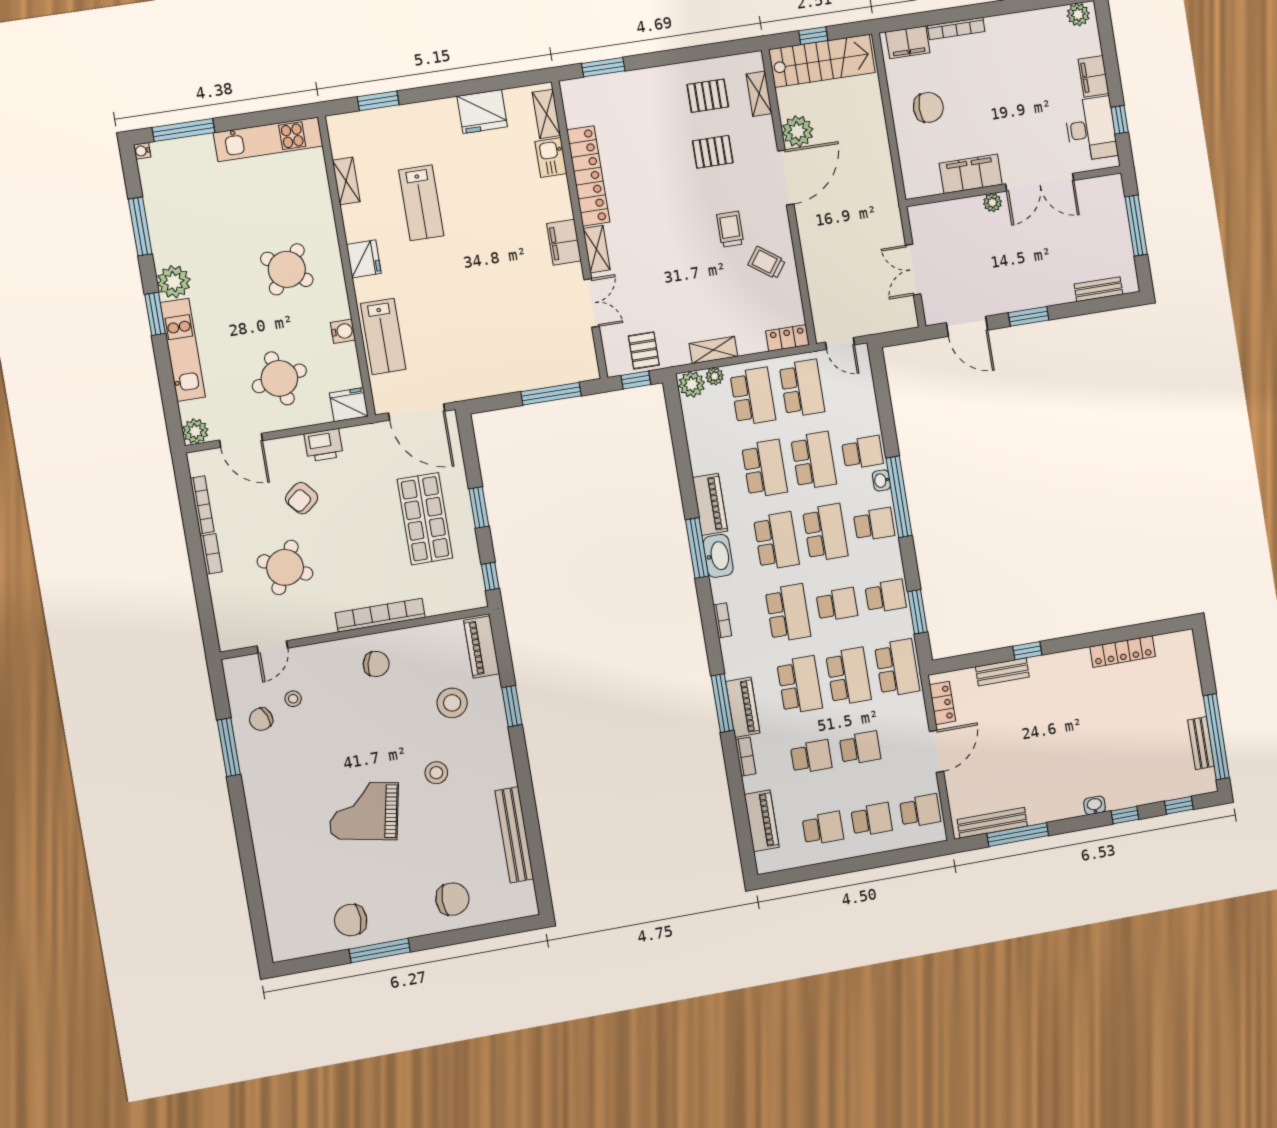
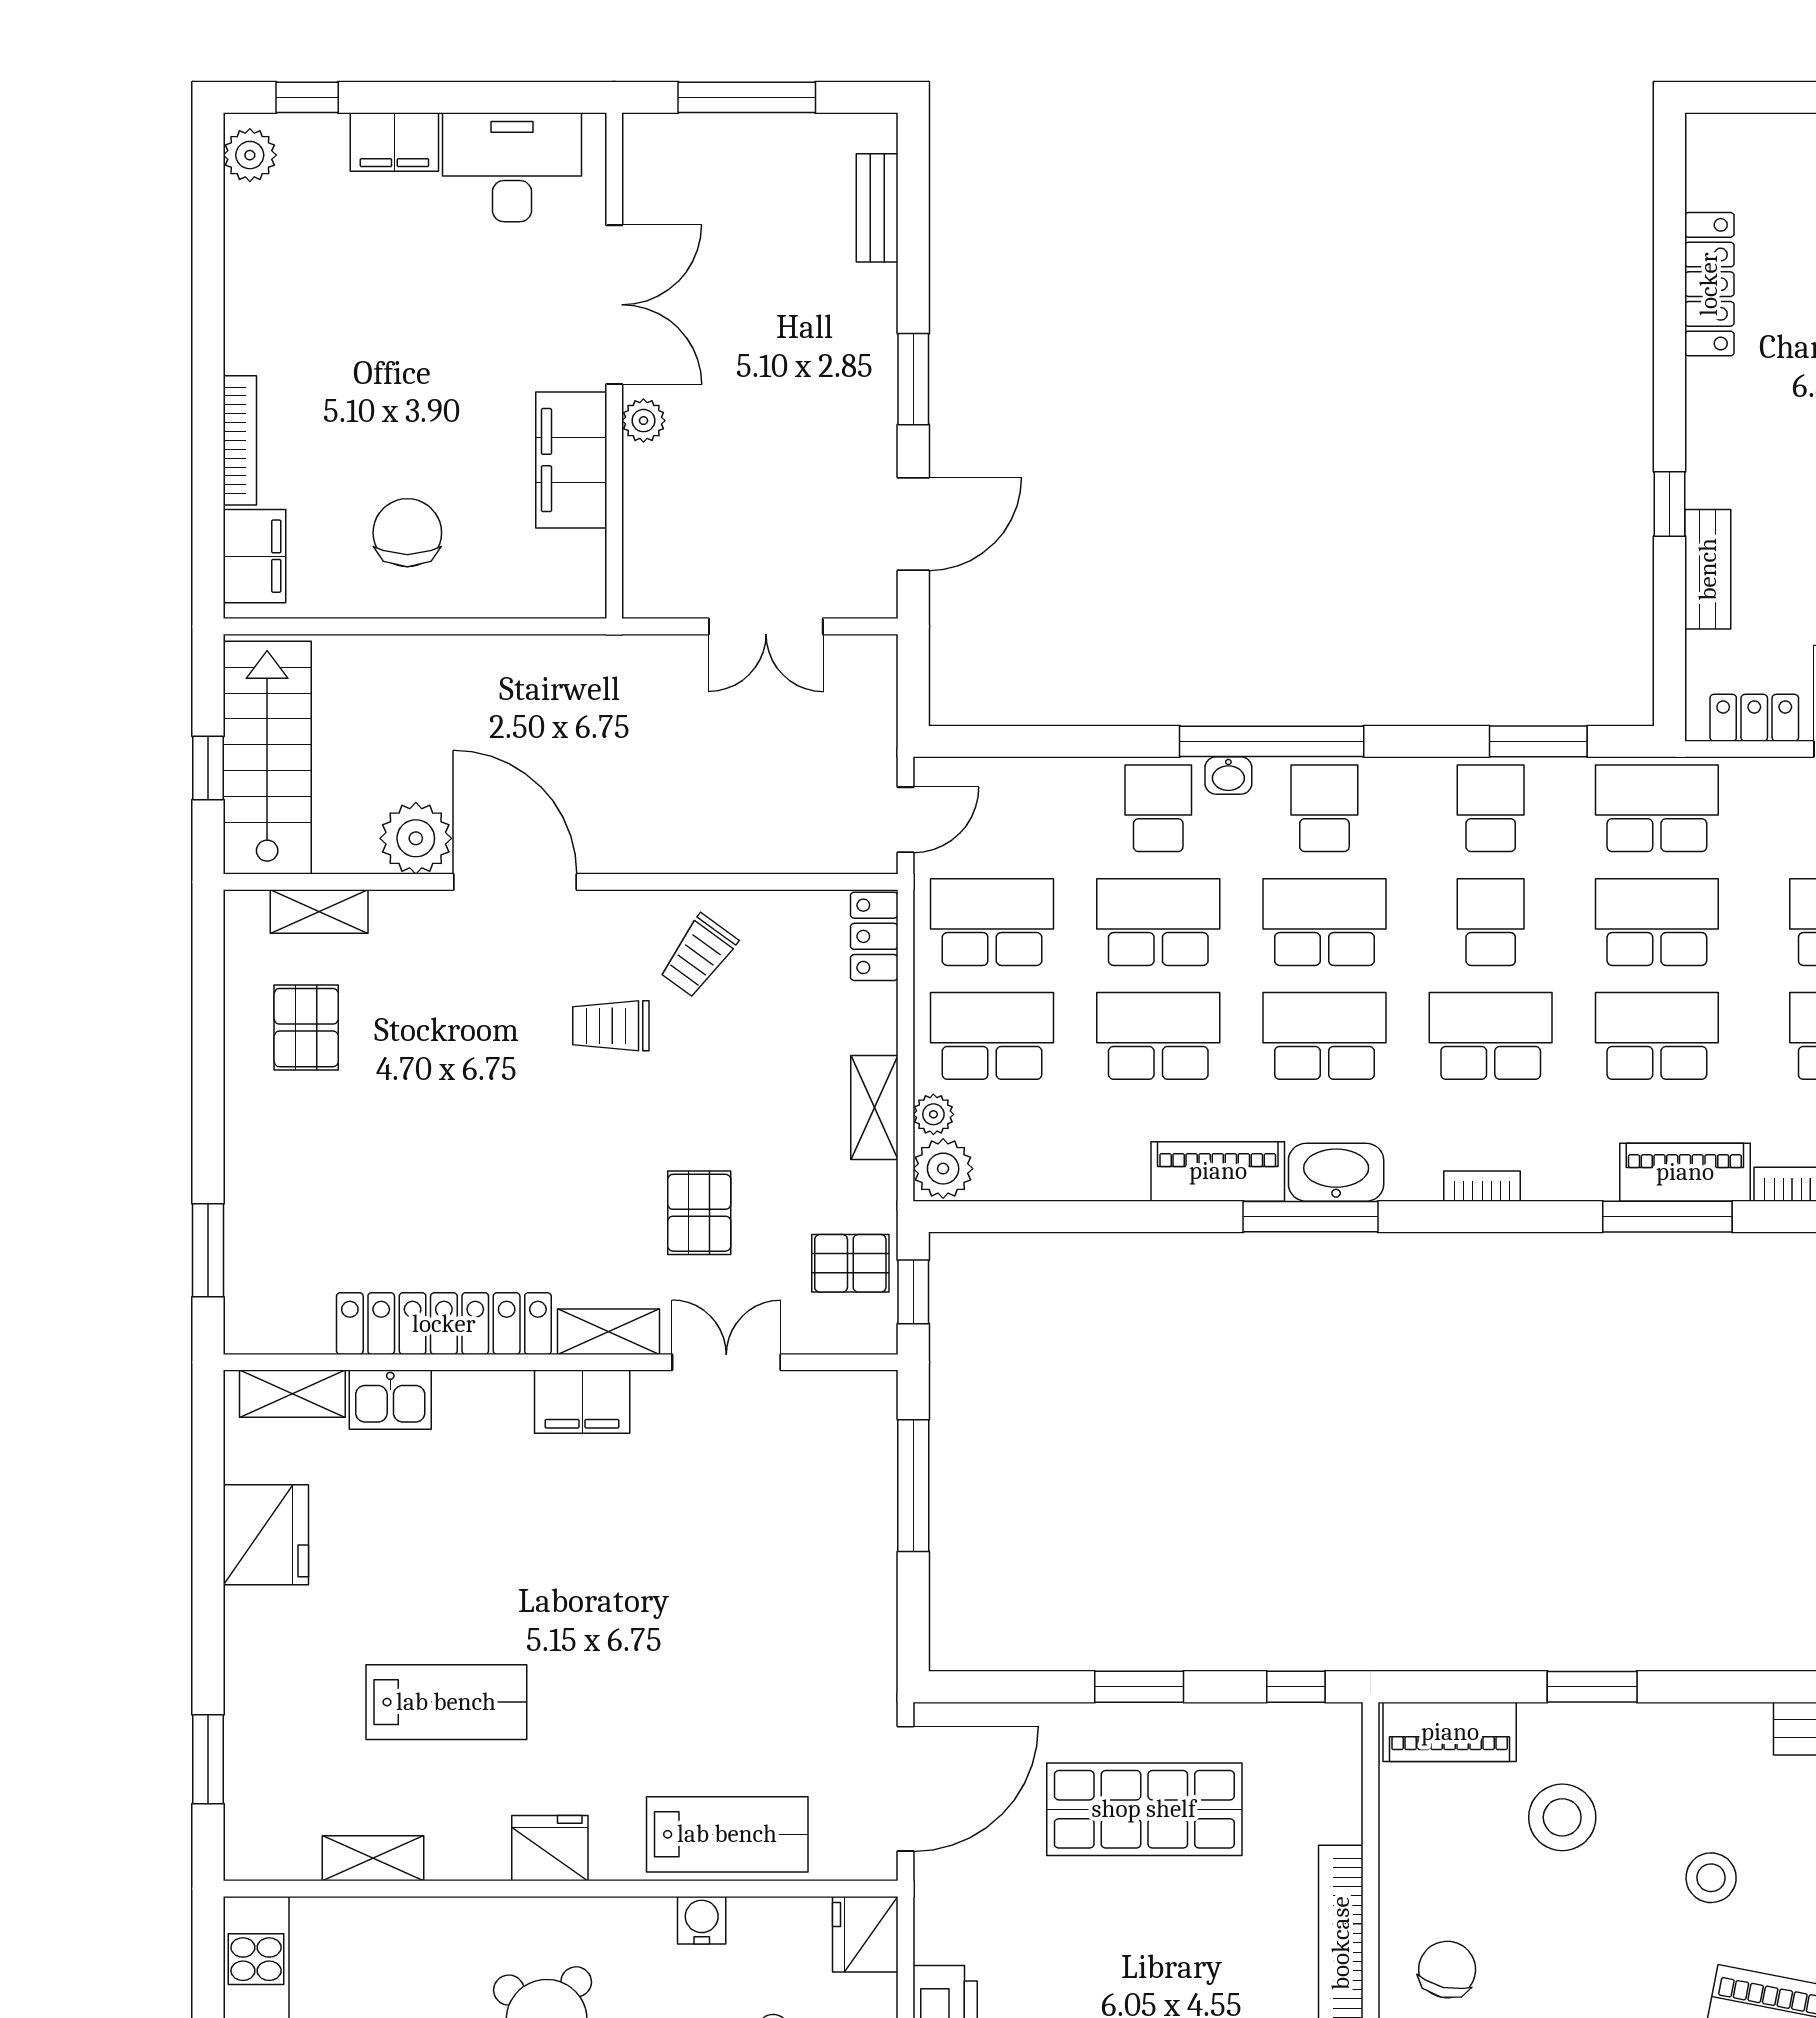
window: (1120, 120) -> (307, 97), moved
pallet: (713, 152) -> (699, 1213), moved

